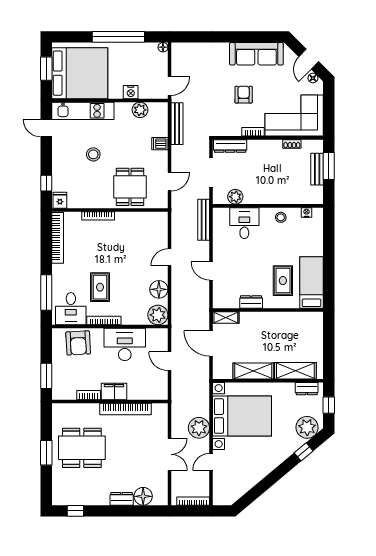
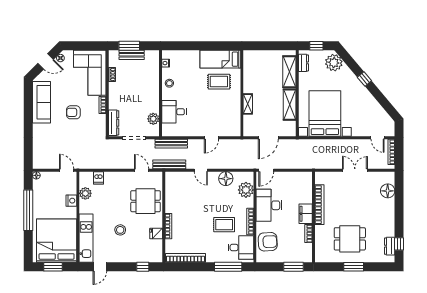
bench: (177, 124) -> (169, 164), moved
dishwasher: (160, 144) -> (98, 178), moved
fridge: (60, 200) -> (156, 234), moved
dresser: (251, 302) -> (236, 106), removed
plant: (158, 315) -> (246, 190), moved
shelving: (226, 317) -> (248, 104), moved
door: (169, 361) -> (266, 170), moved
plant: (199, 428) -> (334, 147), removed
dining table: (82, 448) -> (350, 239), width x0.73
window: (304, 452) -> (364, 79), moved
door: (211, 462) -> (377, 138), moved
dresser: (122, 499) -> (390, 246), moved

